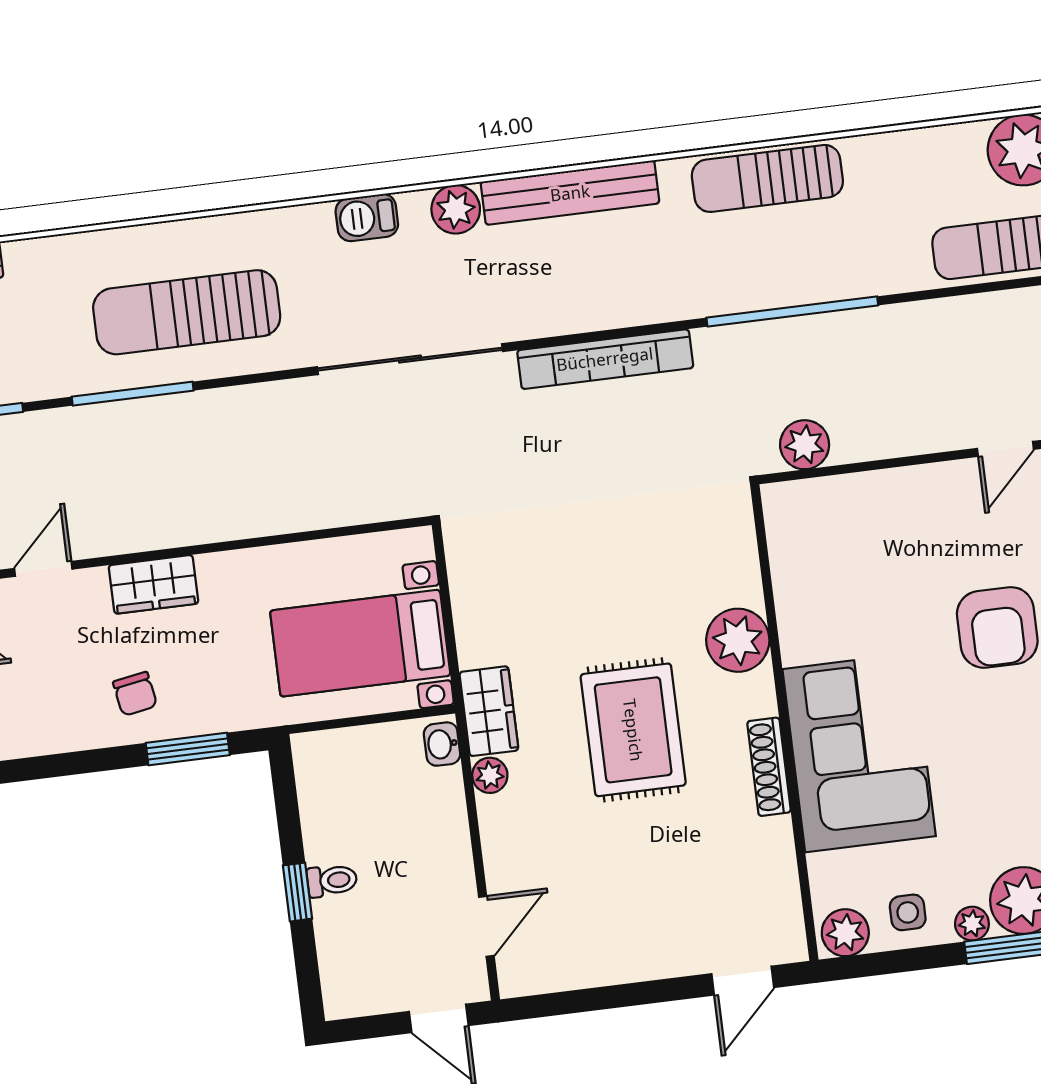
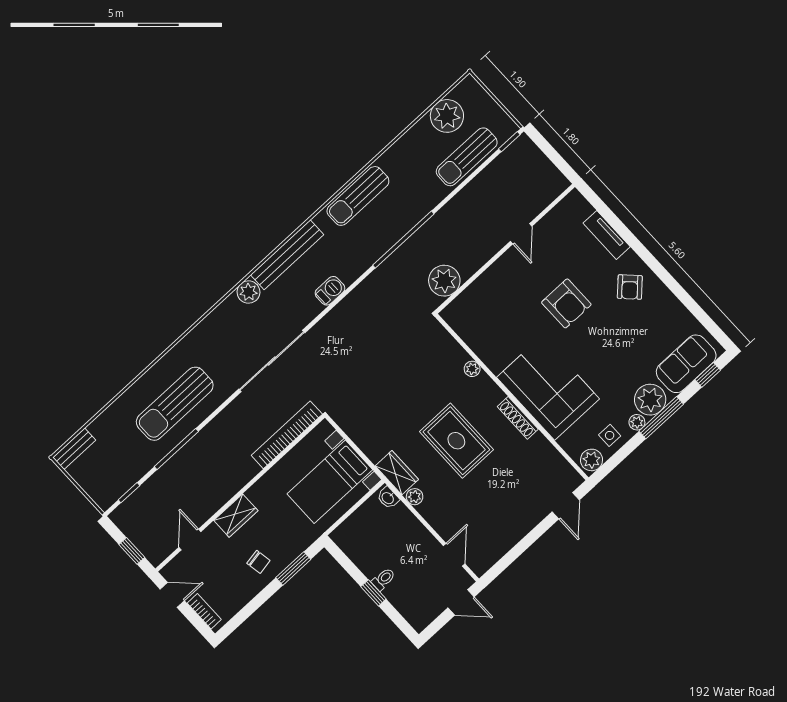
barbecue: (367, 218) -> (330, 291), moved, turned 180
bookcase: (605, 359) -> (287, 435), moved, turned 180
plant: (805, 445) -> (444, 281), width x1.36, depth x1.36
plant: (738, 640) -> (472, 369), width x0.53, depth x0.53

